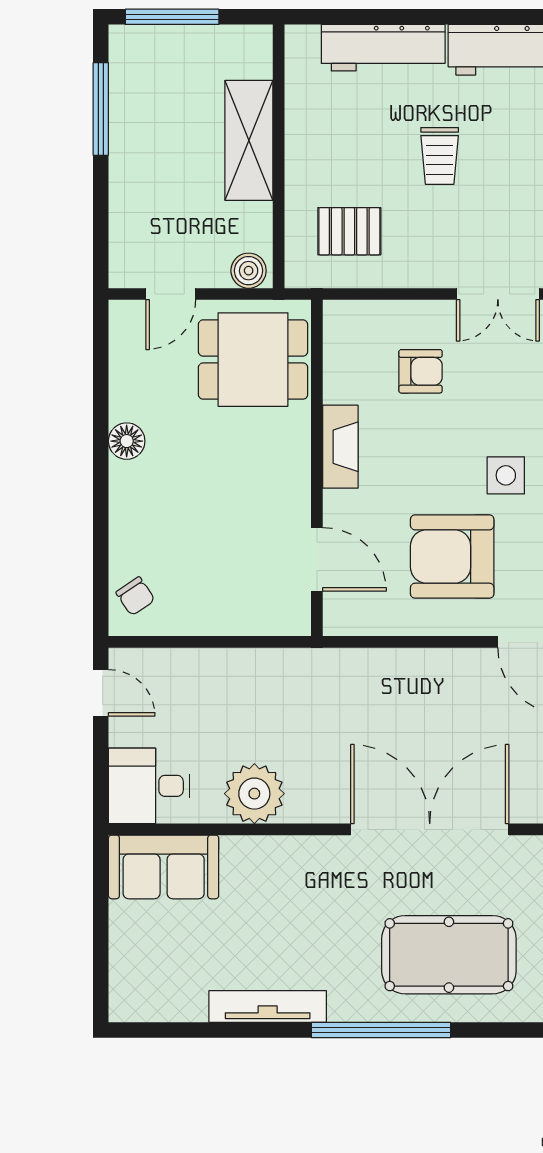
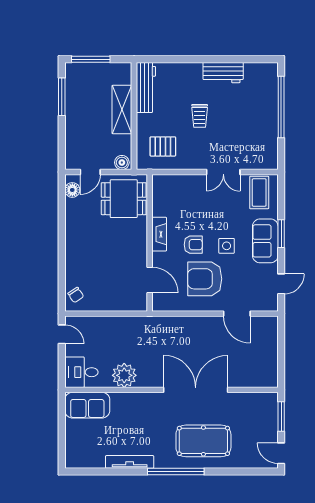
workbench: (383, 48) -> (146, 87), moved, turned -90
armchair: (421, 371) -> (193, 245), moved
floor lamp: (127, 441) -> (72, 190), moved

